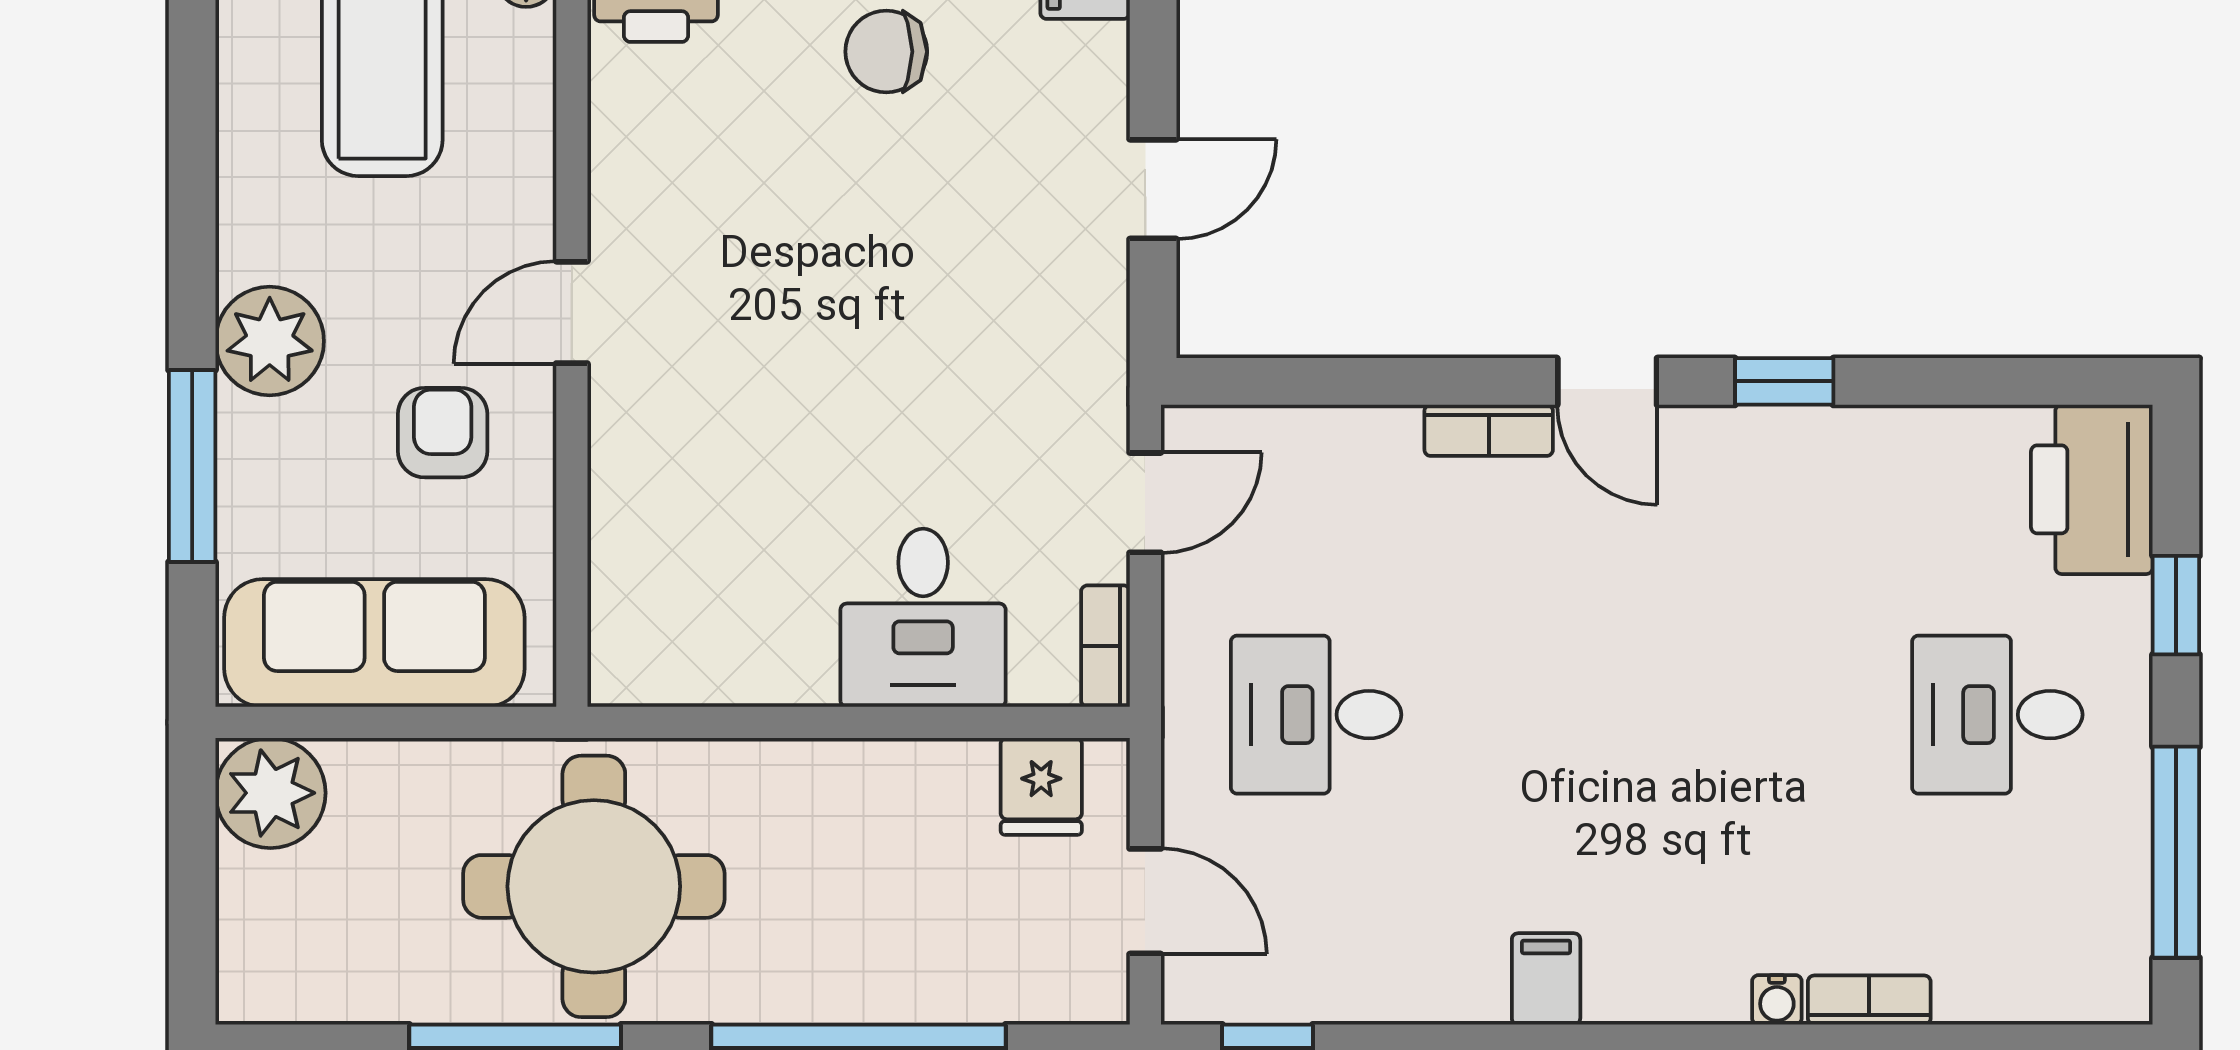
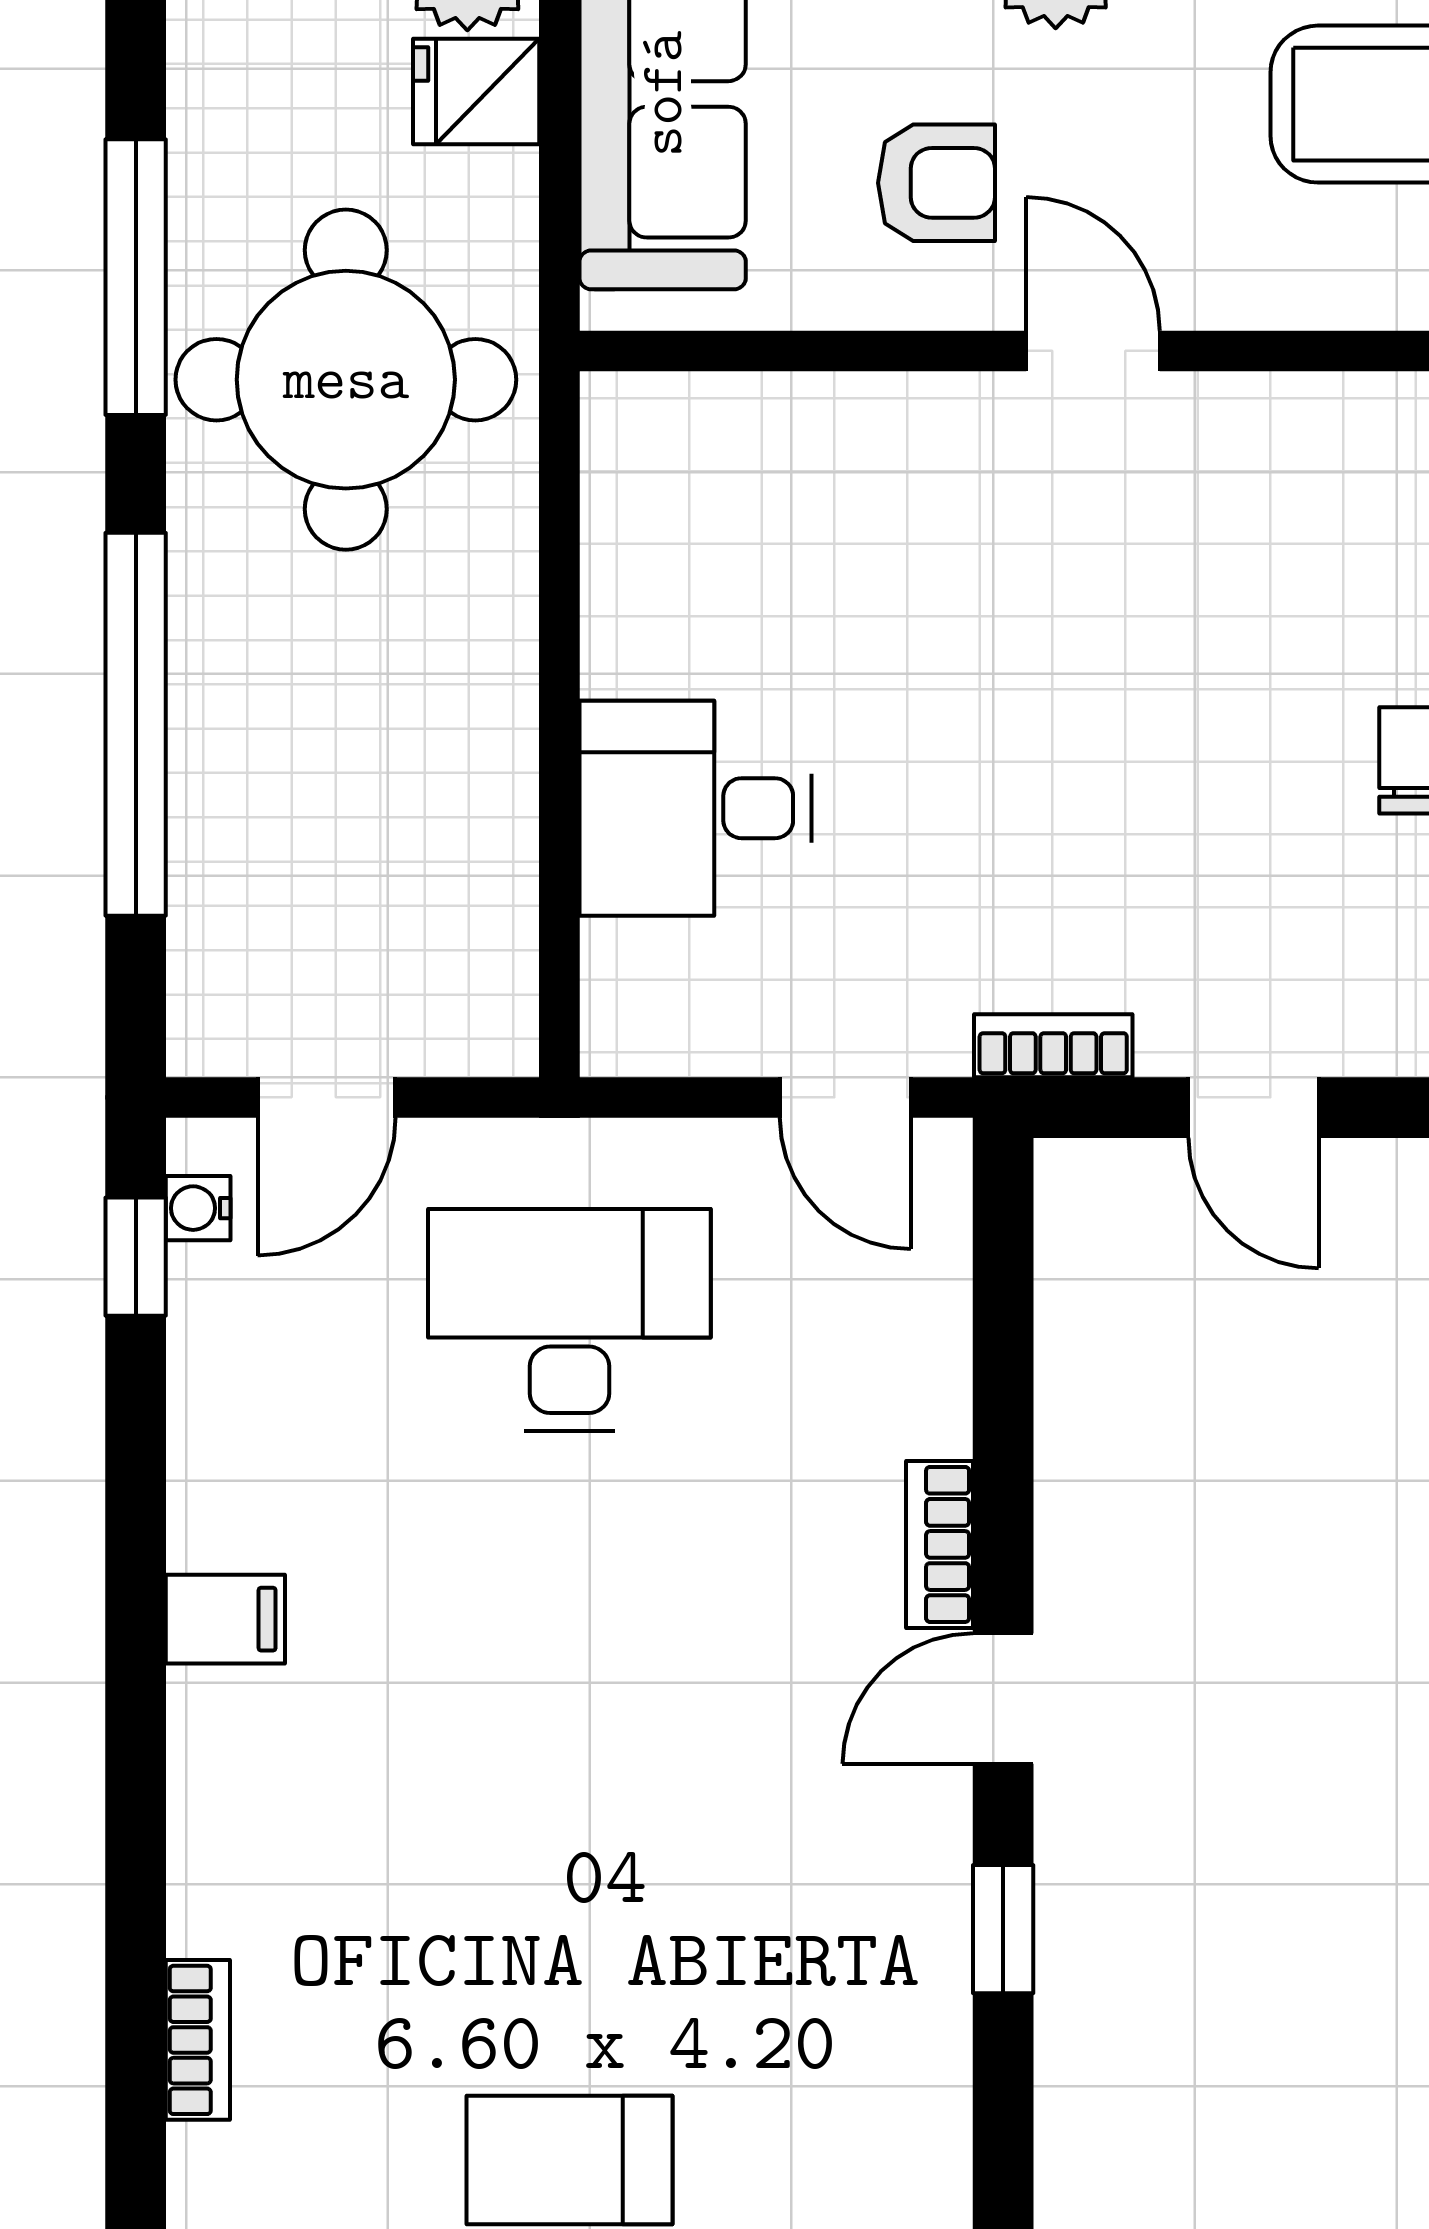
bookcase: (1105, 646) -> (1053, 1046), moved
desk: (1316, 715) -> (569, 1320), width x1.37
fridge: (1041, 786) -> (476, 91), moved
water cooler: (1777, 1000) -> (198, 1208), moved

